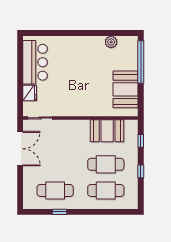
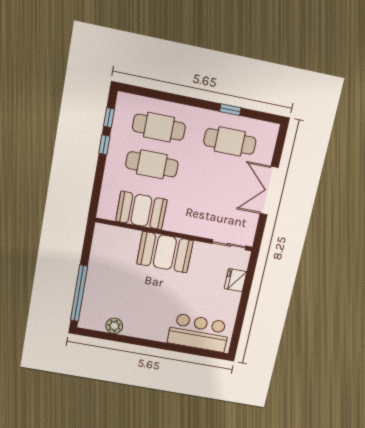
bar counter: (35, 62) -> (199, 333), moved, turned 90
booth: (126, 89) -> (165, 252), moved, turned 90
window: (141, 141) -> (109, 118), moved
double door: (20, 149) -> (269, 191), moved

